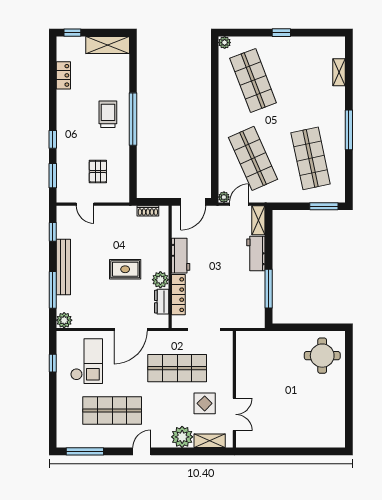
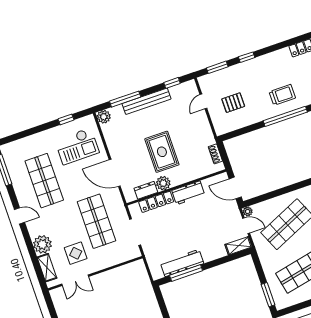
workbench: (256, 253) -> (182, 263), moved, width x1.38
rug: (125, 269) -> (162, 152), width x1.36, depth x1.43

